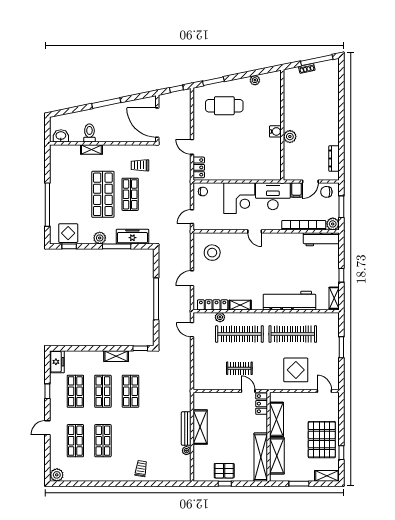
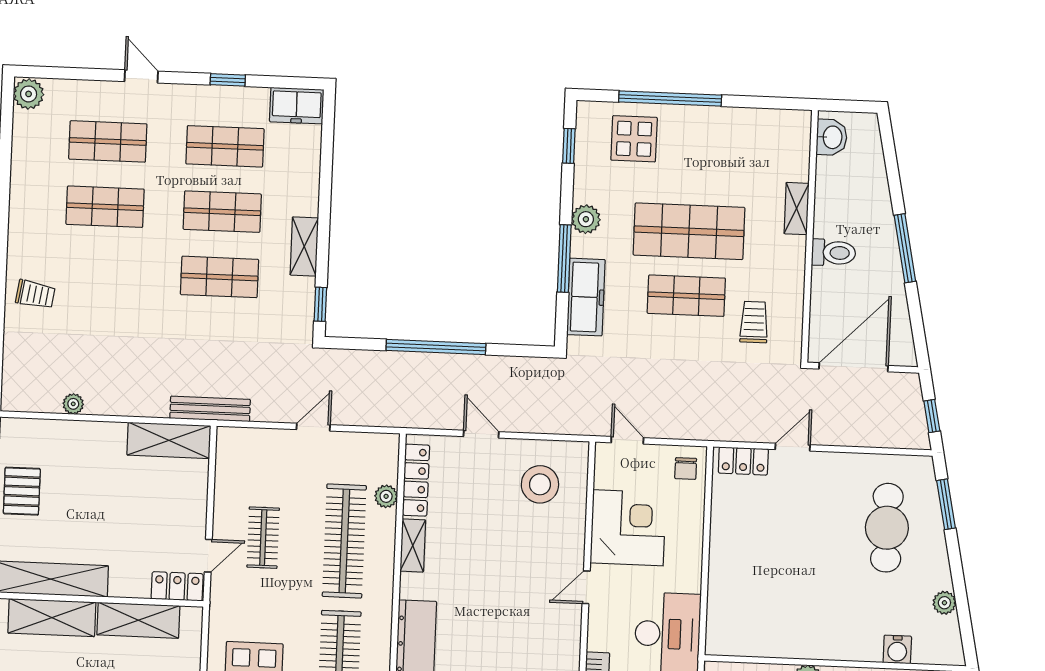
water cooler: (275, 131) -> (897, 649), moved
toilet: (89, 133) -> (834, 253), moved
corner desk: (239, 198) -> (628, 528), moved, turned 180
display table: (68, 233) -> (634, 139), moved
door: (192, 330) -> (313, 427), moved
shelving: (200, 427) -> (169, 440), moved
bench: (186, 428) -> (210, 409), moved

